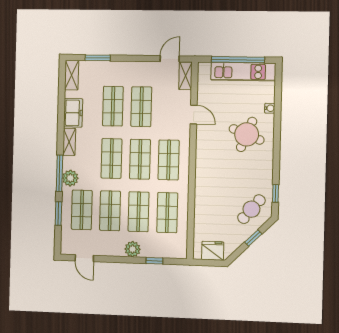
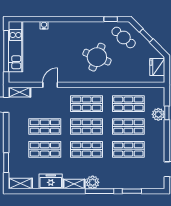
round table: (247, 134) -> (97, 57), moved
plant: (70, 178) -> (93, 182), moved
shop shelf: (82, 210) -> (128, 172), removed
plant: (133, 249) -> (158, 114), moved

